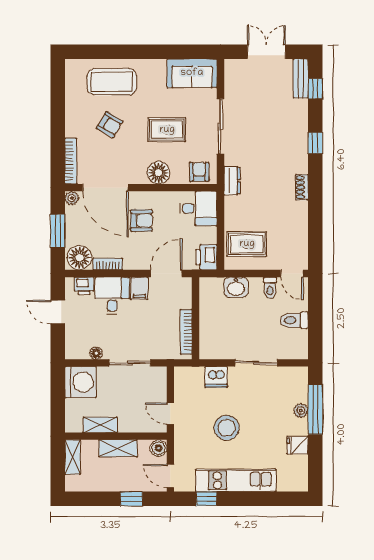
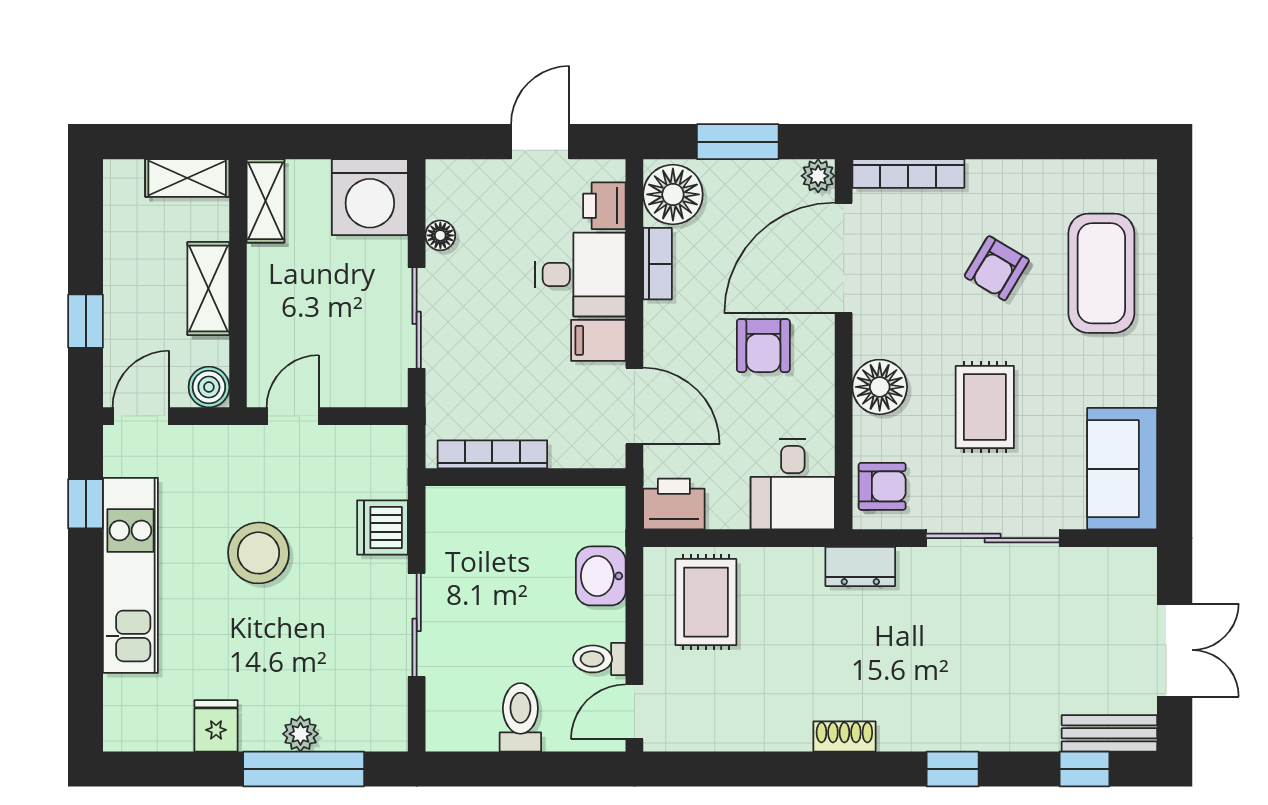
shelving: (100, 425) -> (266, 201), moved

